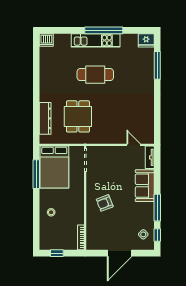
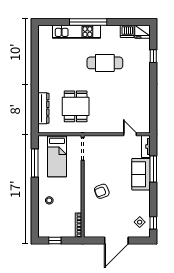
window: (104, 30) -> (88, 22), moved
dishwasher: (46, 40) -> (127, 31), moved
kitchen unit: (96, 40) -> (76, 32), moved
window: (157, 65) -> (153, 56), width x0.46
cafe table: (95, 75) -> (105, 63), moved
bed: (54, 167) -> (57, 156), width x0.67
window: (157, 208) -> (153, 169), moved

